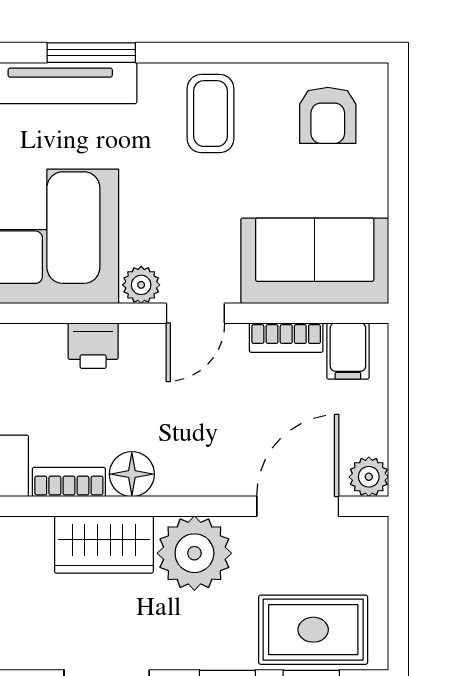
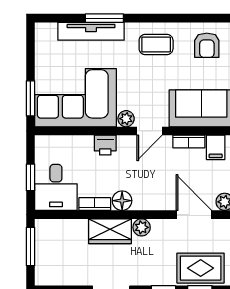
coffee table: (211, 114) -> (156, 44), turned 90
door: (298, 506) -> (194, 215), hinge flipped
plant: (194, 553) -> (142, 227), width x0.53, depth x0.53

